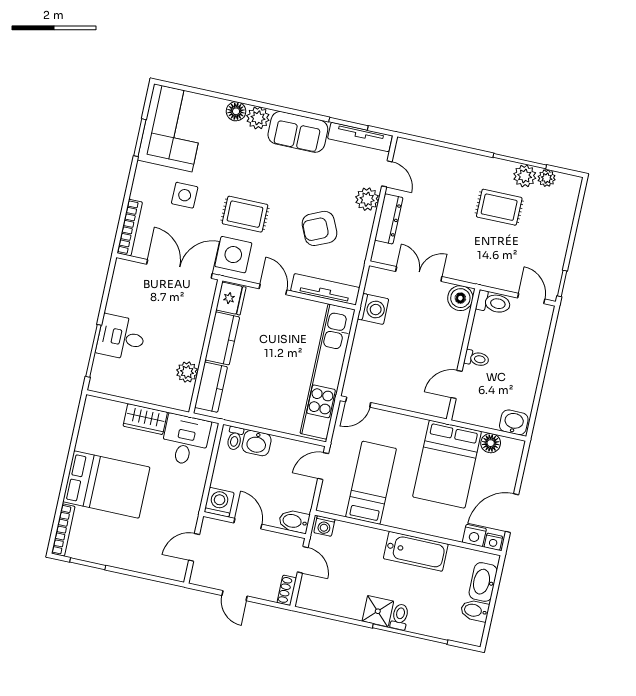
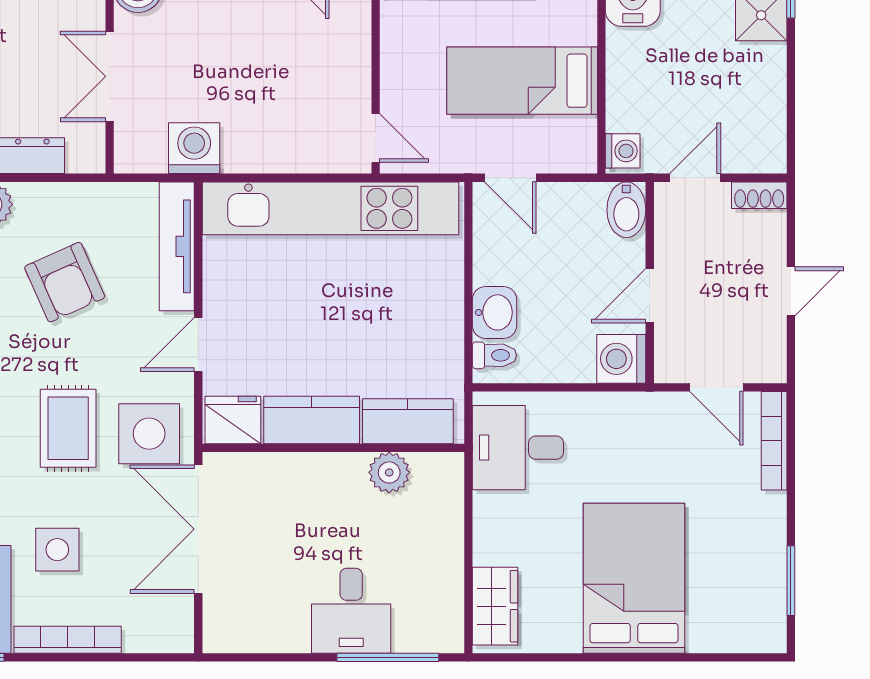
bookcase: (130, 228) -> (68, 640), moved
wardrobe: (145, 419) -> (495, 606), moved
bookcase: (63, 530) -> (774, 441), moved, turned -90

